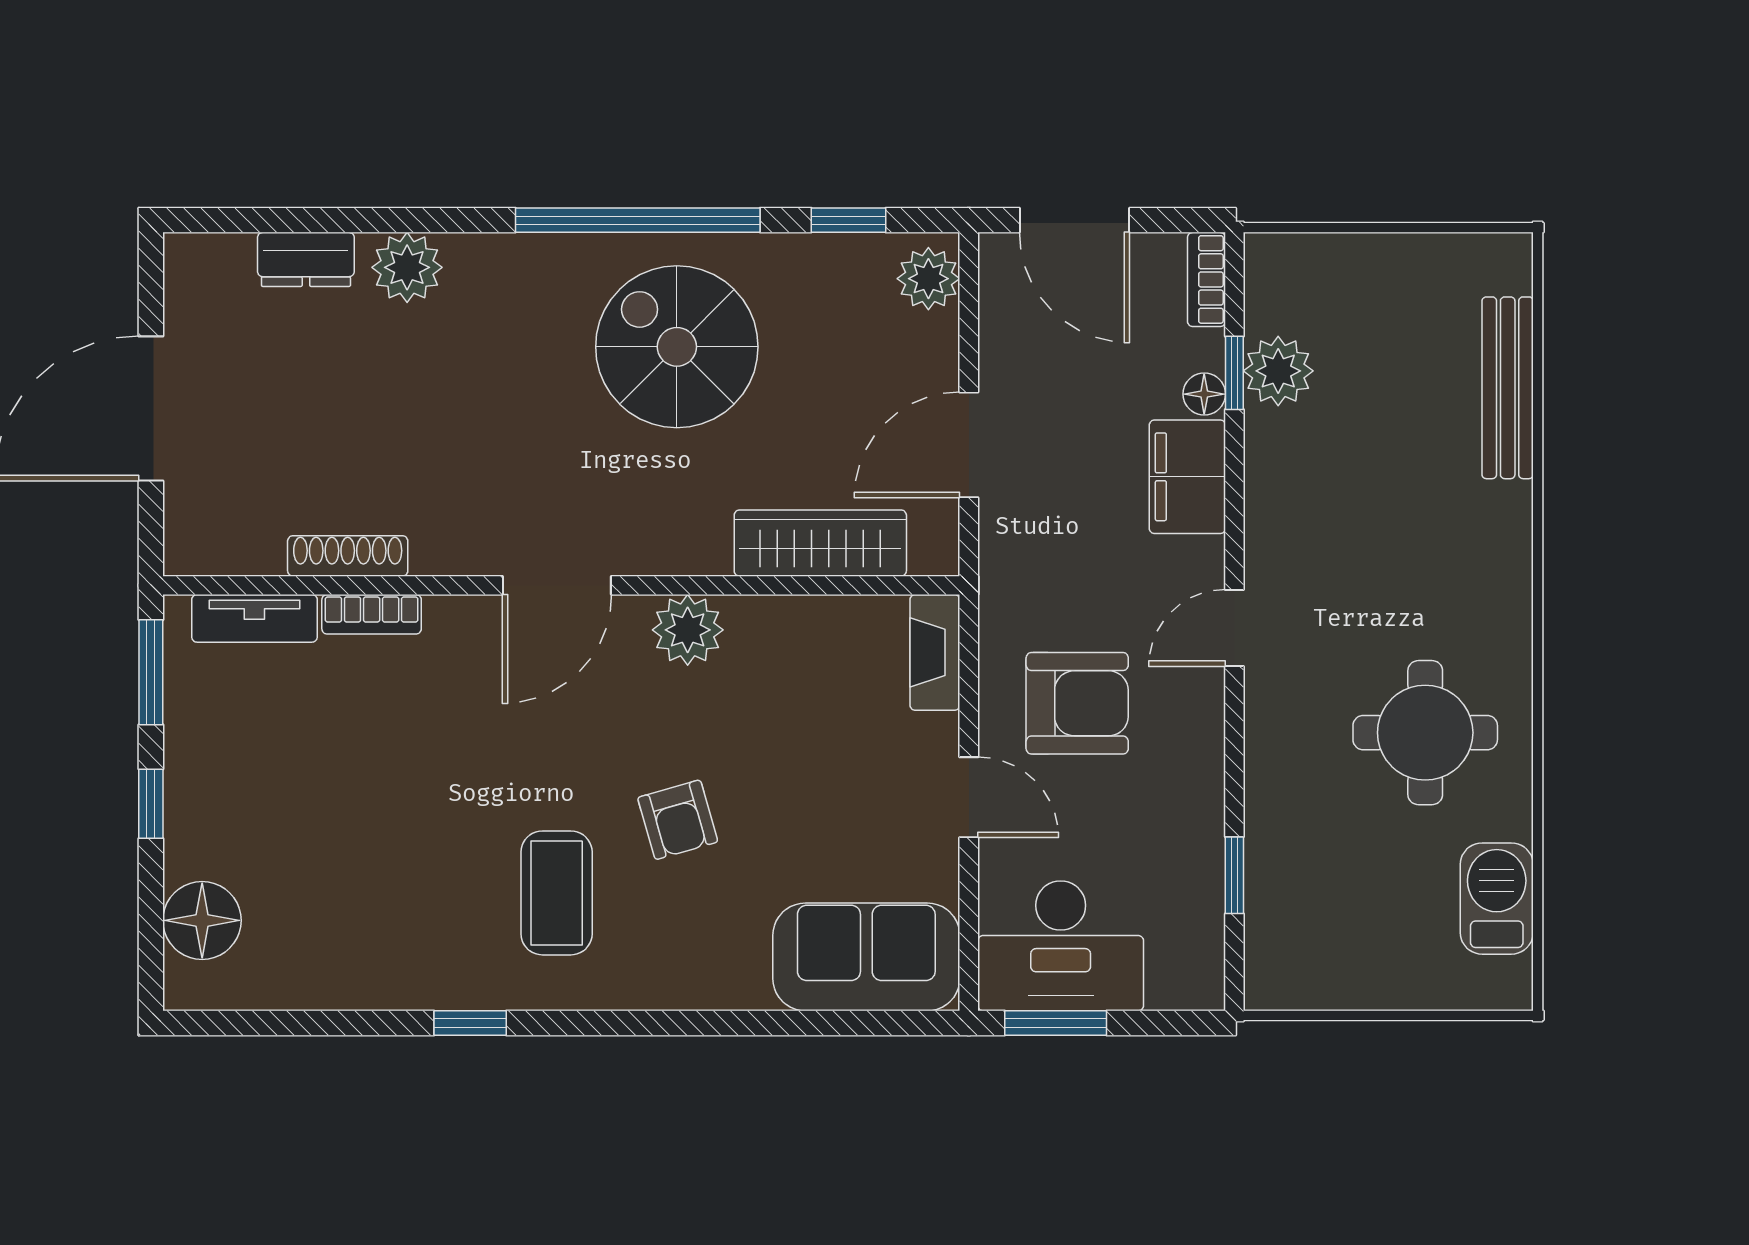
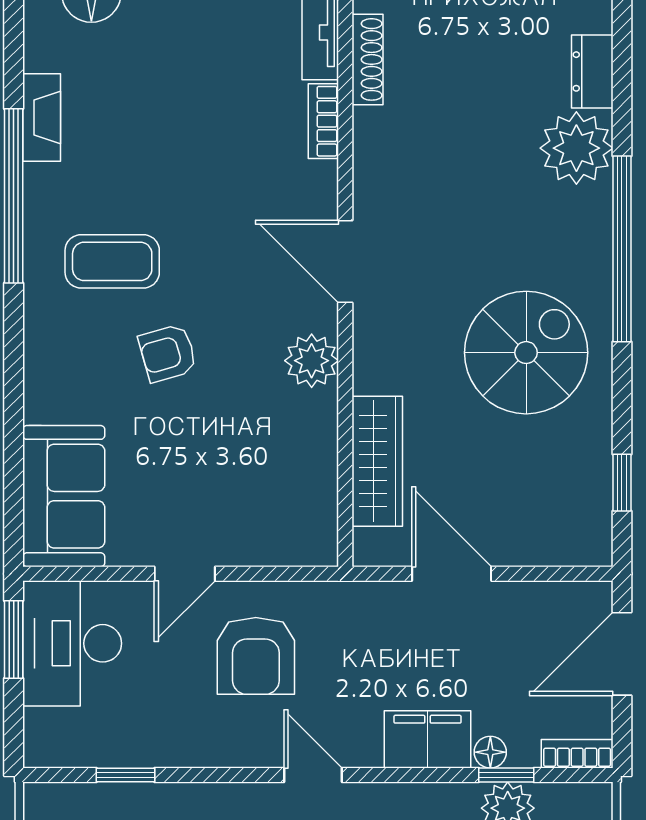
window: (638, 220) -> (622, 249), moved
plant: (407, 267) -> (576, 148), width x1.36, depth x1.36
plant: (928, 279) -> (578, 543), removed
shoe rack: (348, 556) -> (368, 59), moved
fireplace: (935, 652) -> (42, 118), moved, turned 90
window: (470, 1023) -> (14, 196), width x3.17

